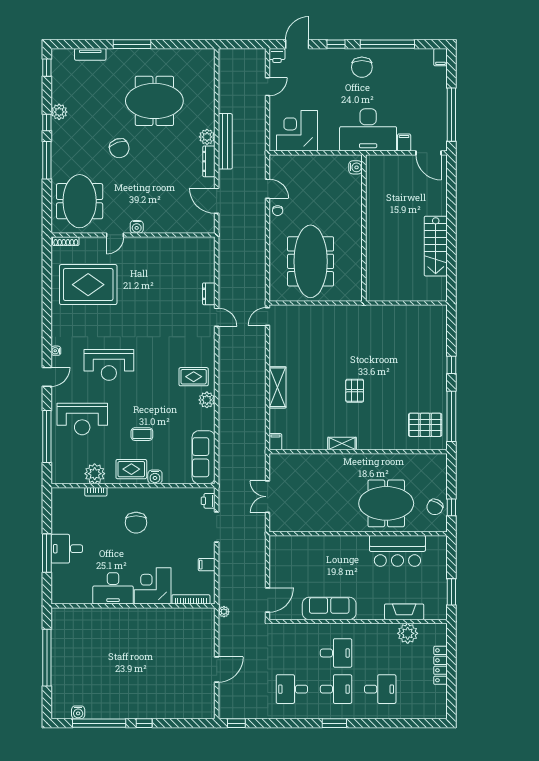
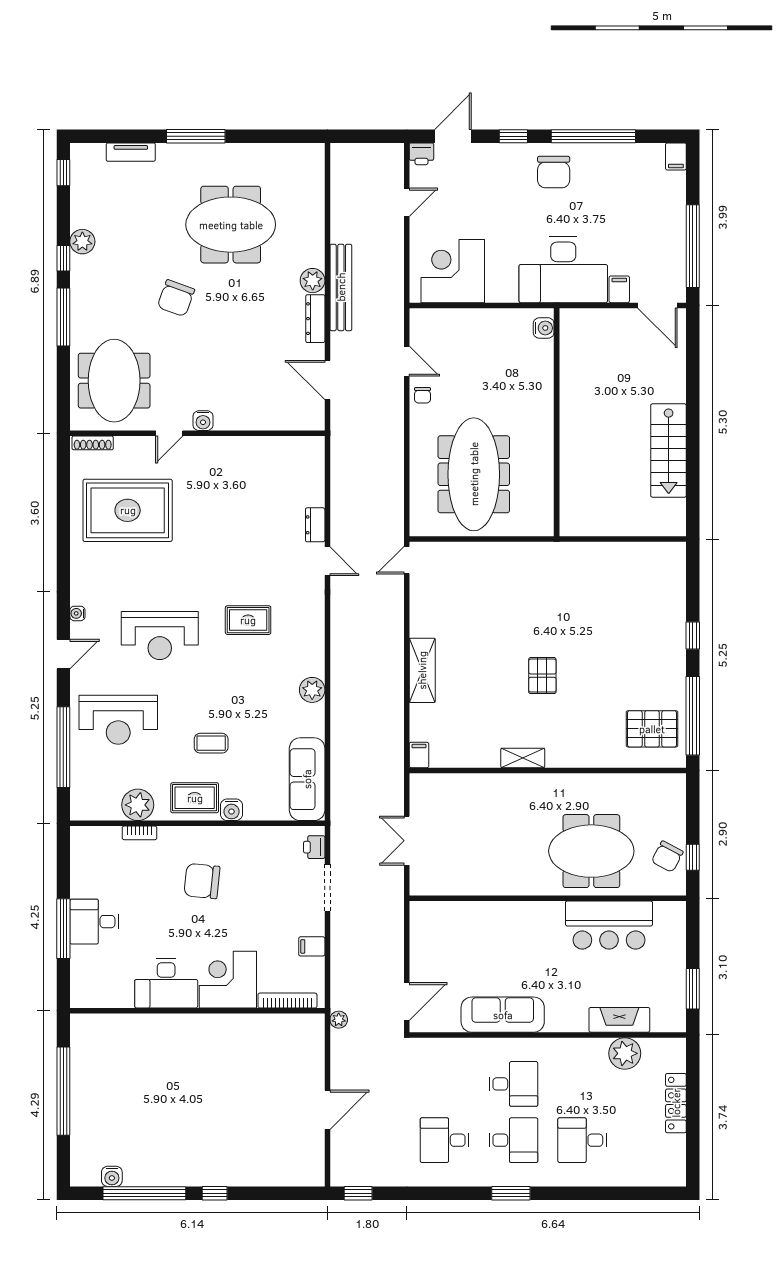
chair: (119, 148) -> (176, 298), turned 39
rug: (194, 377) -> (248, 620), moved
chair: (136, 523) -> (202, 881), turned 96
desk: (380, 689) -> (582, 1140), turned 180

